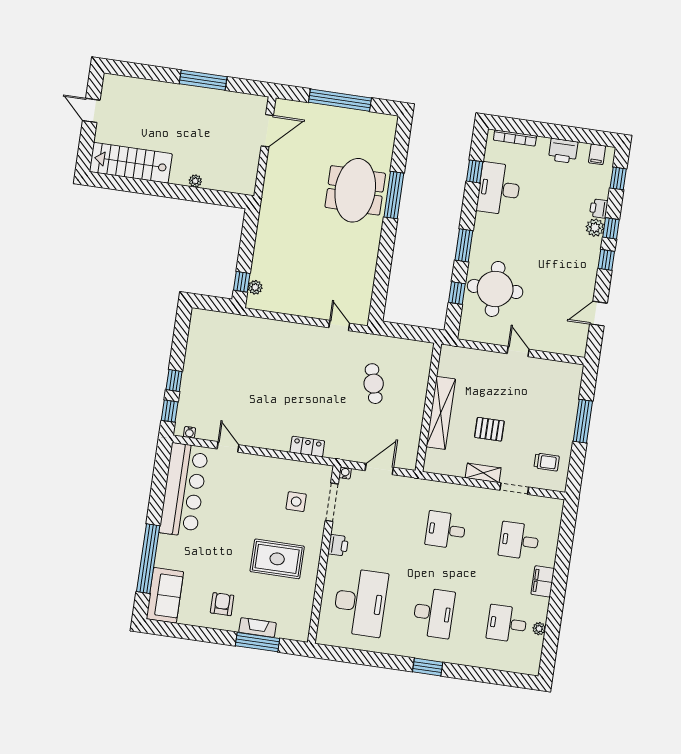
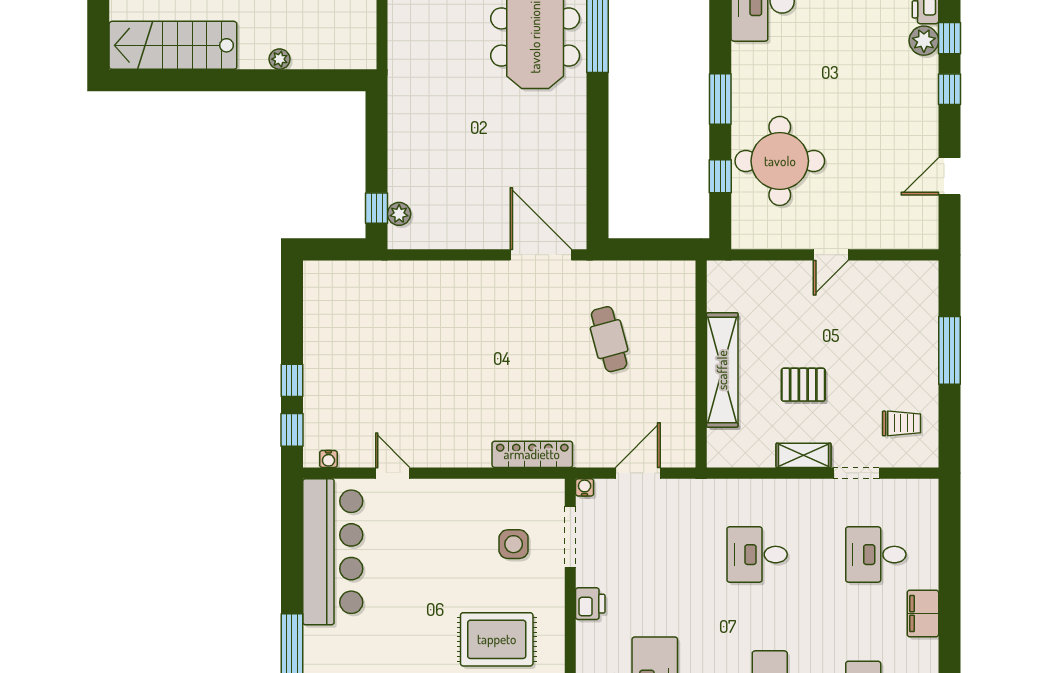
door: (339, 325) -> (541, 255), width x1.87
door: (518, 352) -> (831, 255), swing flipped
locker: (307, 447) -> (532, 454), width x1.53

